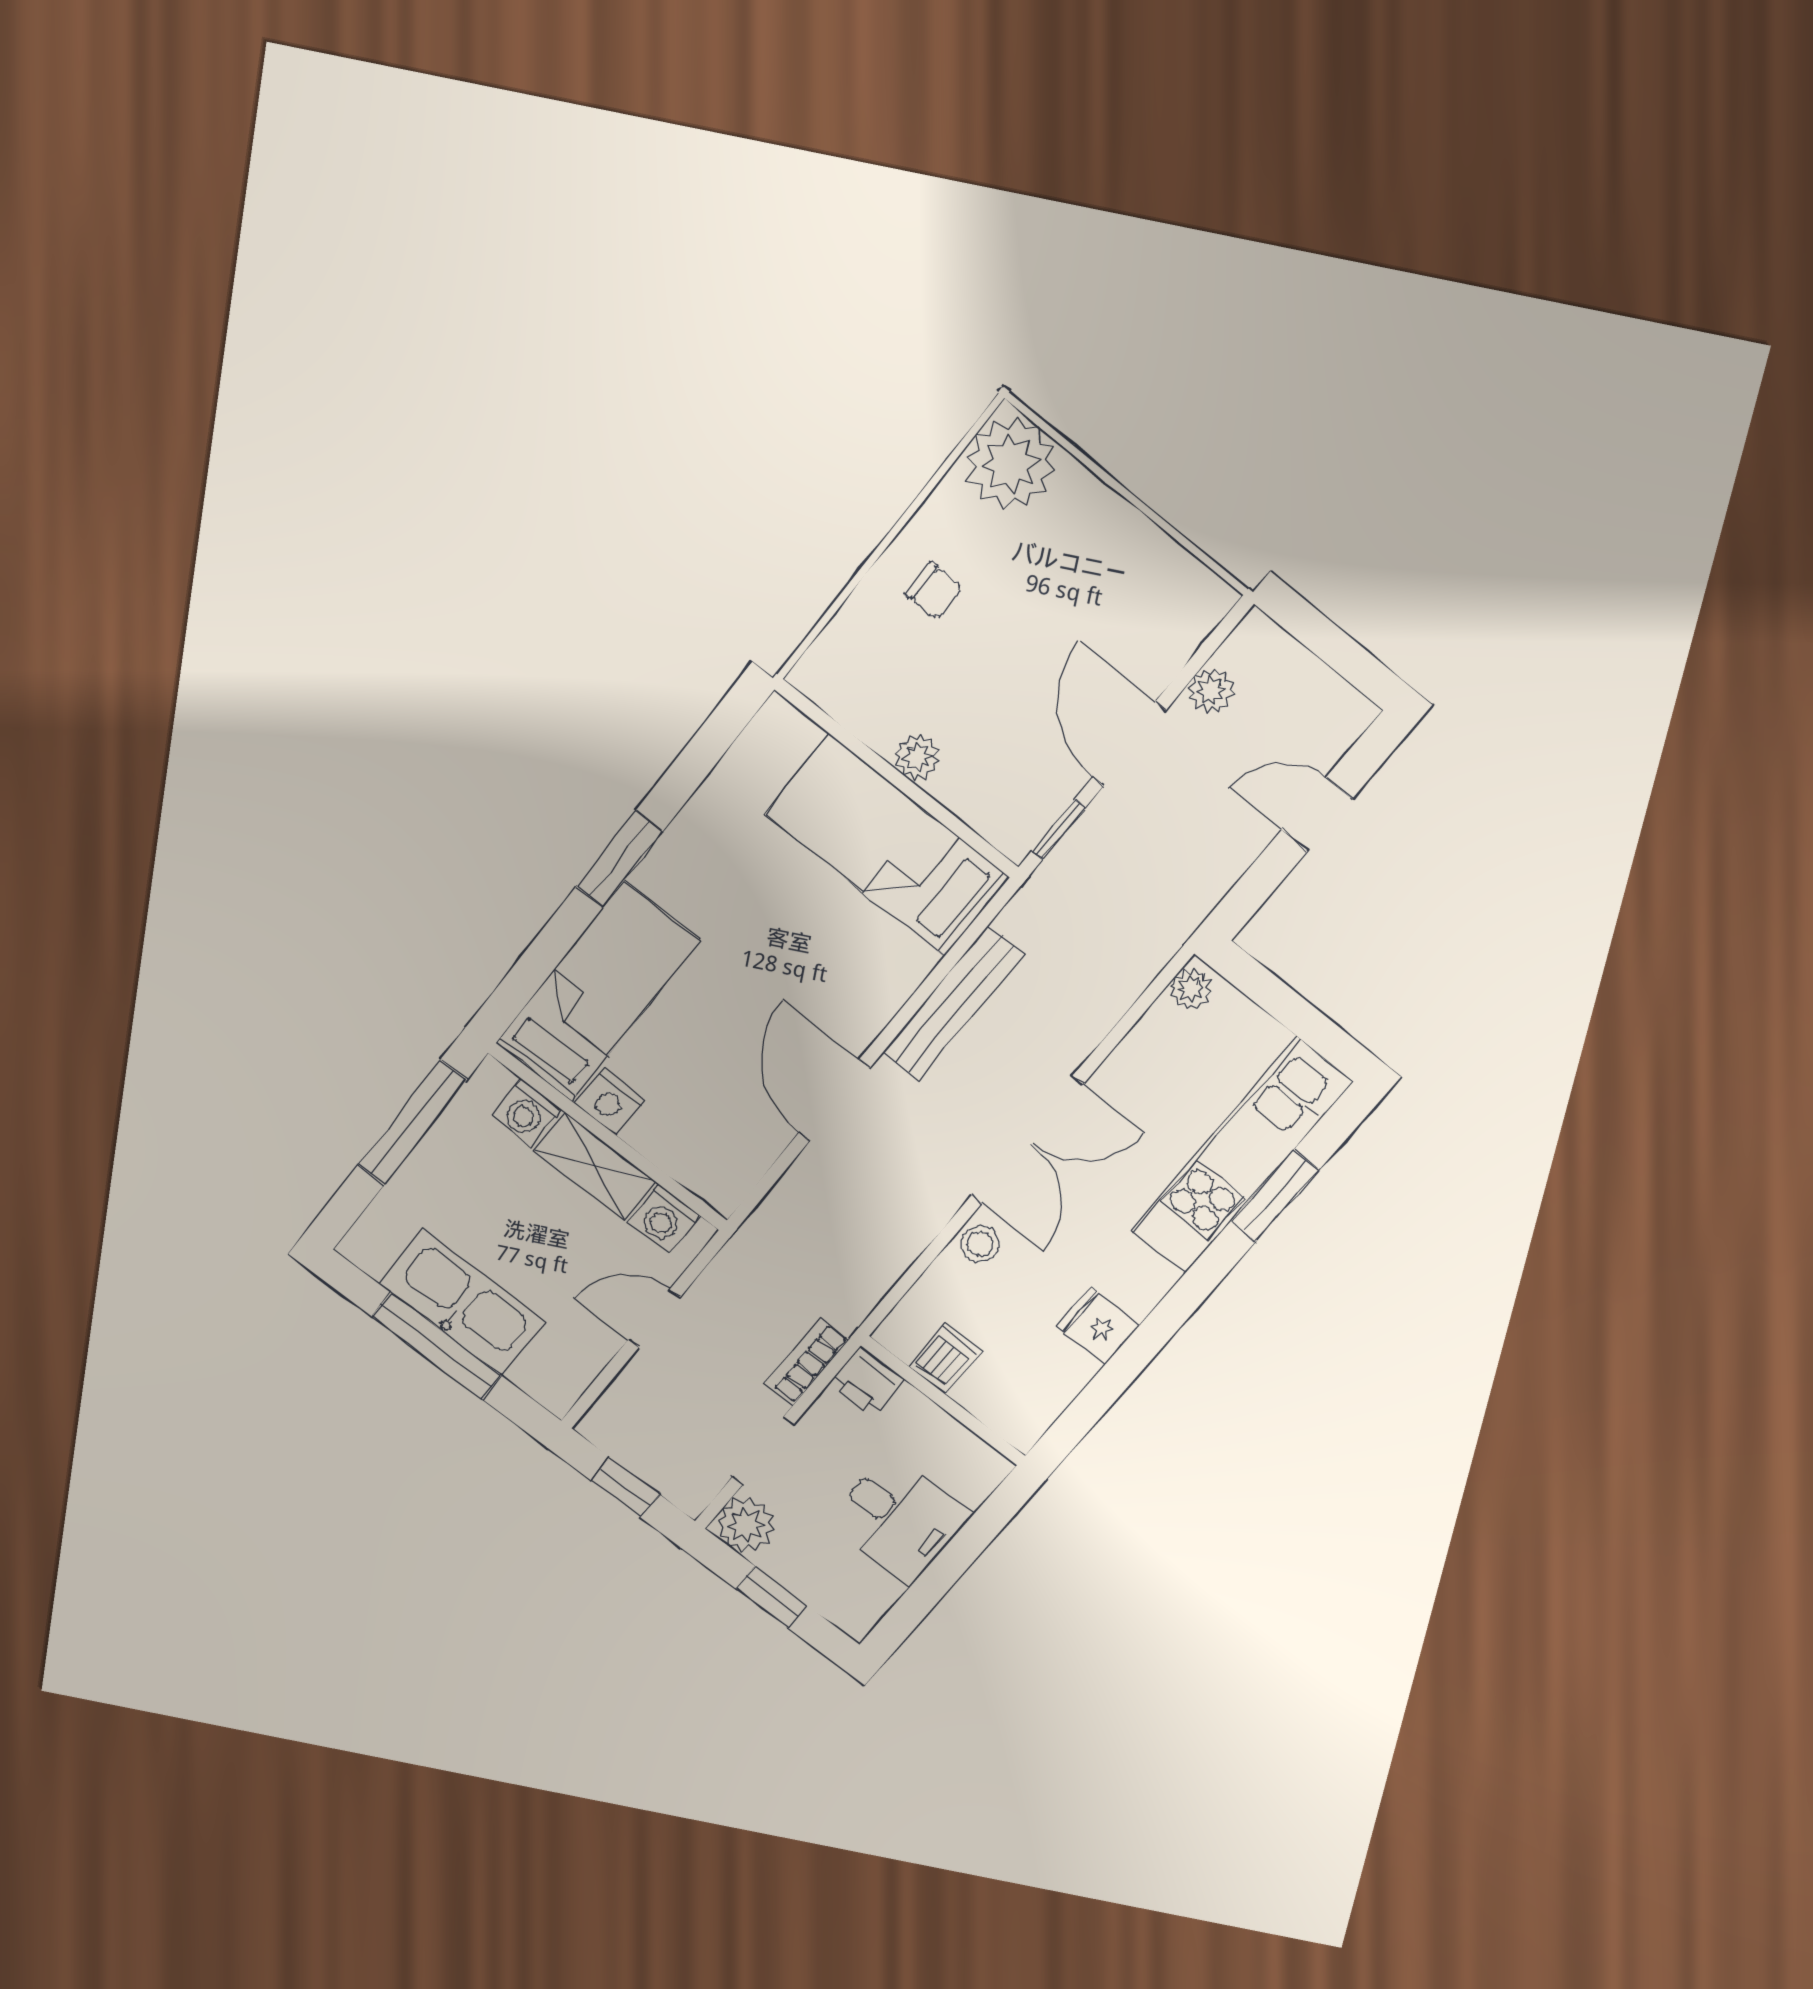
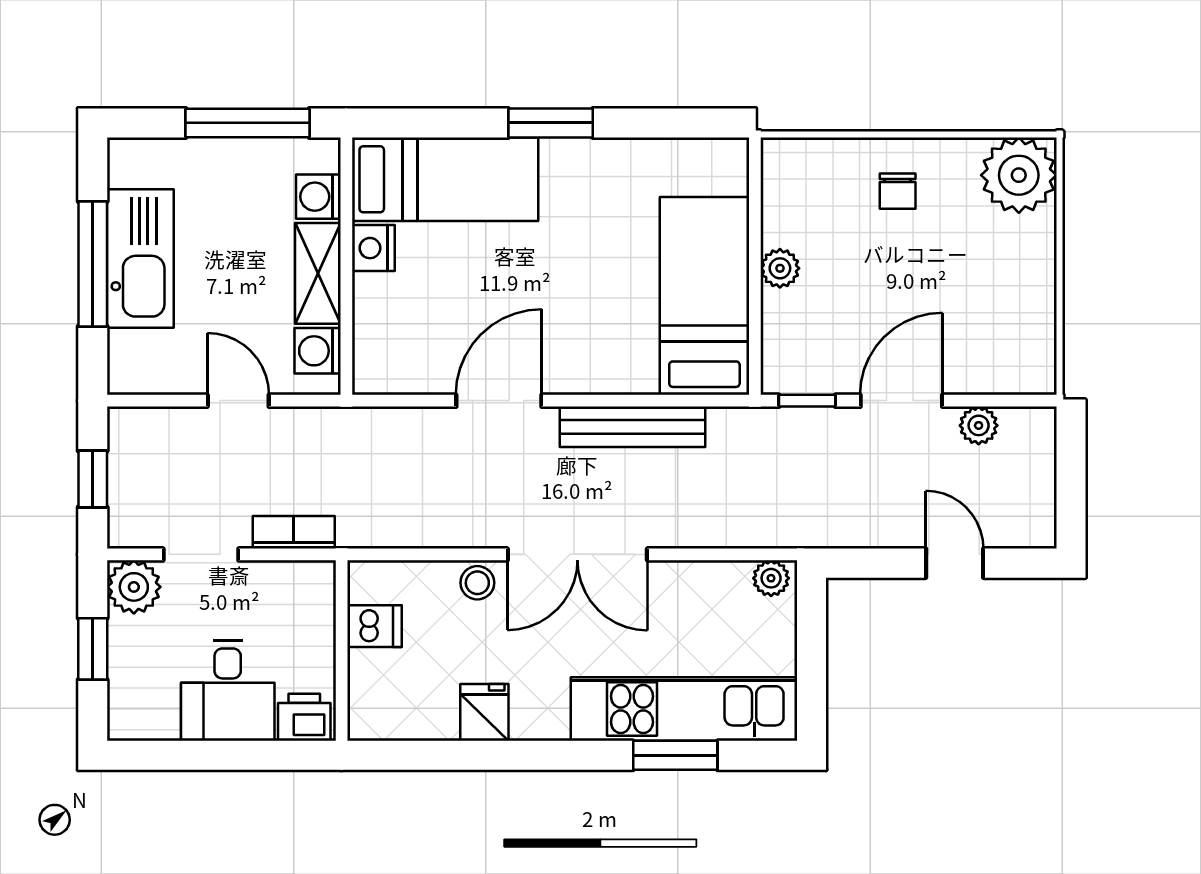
printer: (867, 1382) -> (304, 717), moved, turned 90

